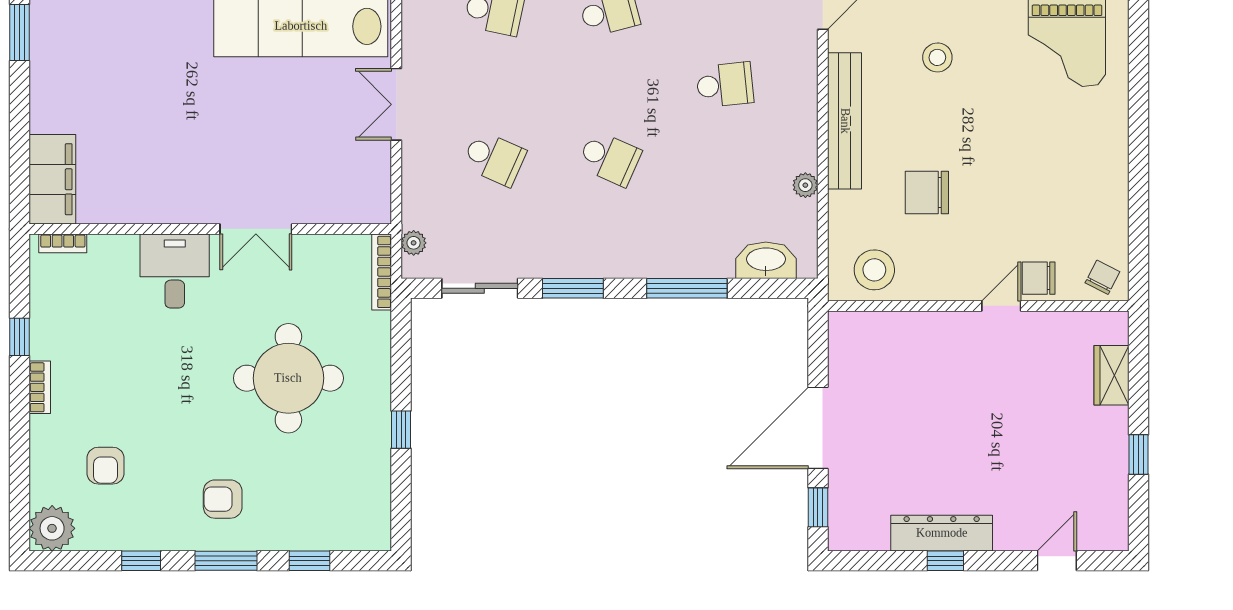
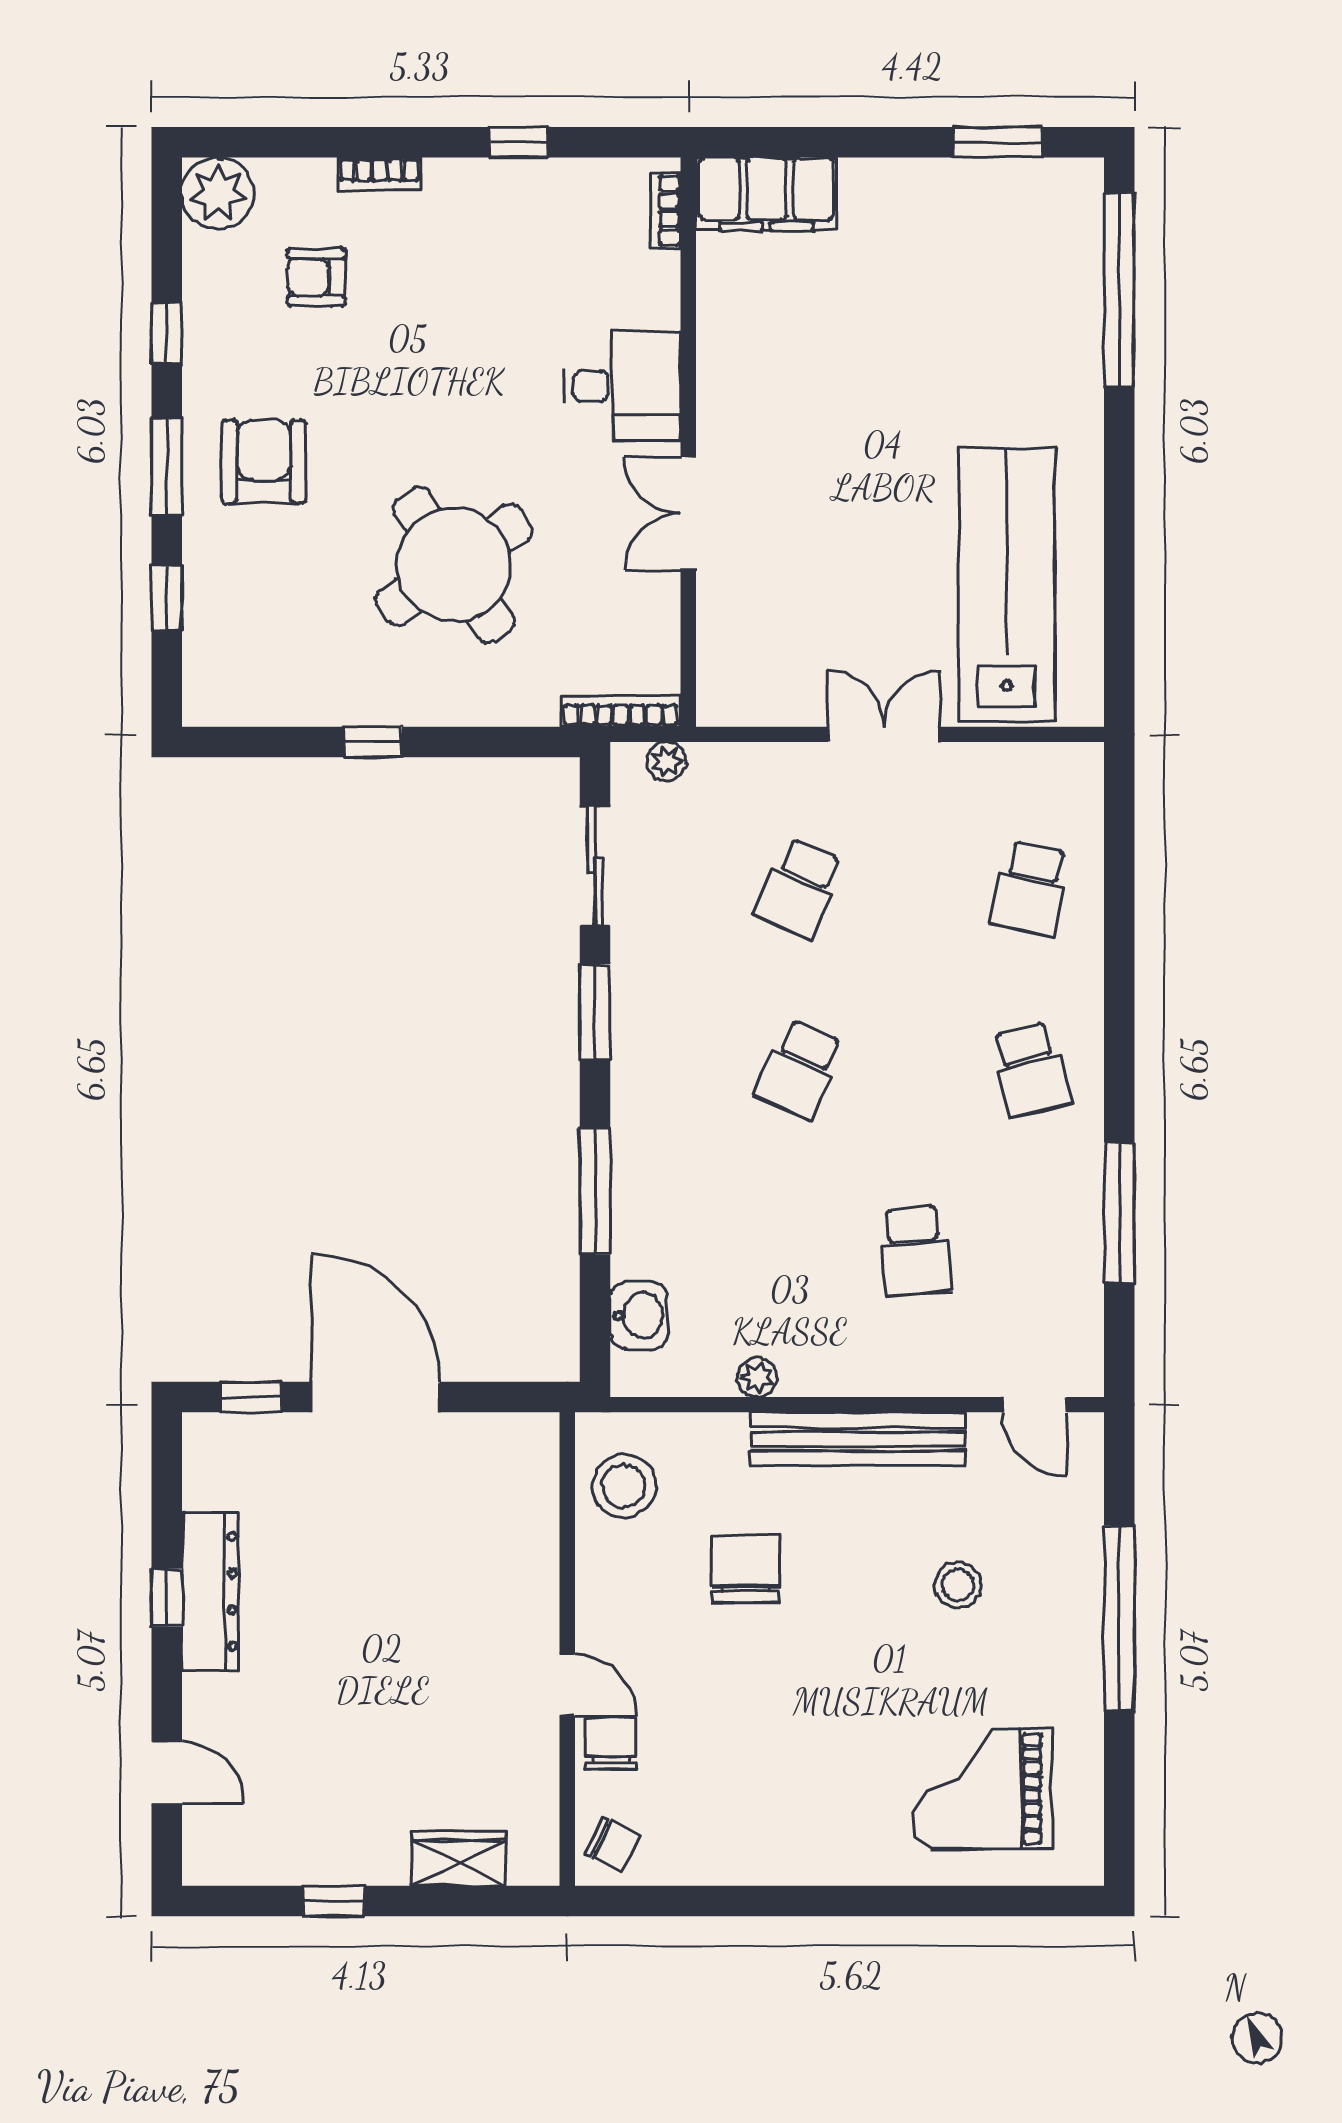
washbasin: (766, 260) -> (639, 1315), width x0.72
round table: (288, 378) -> (454, 565), turned -34
bookcase: (40, 387) -> (379, 174), moved
armchair: (223, 499) -> (264, 462), width x1.38, depth x1.38

